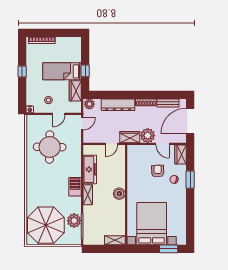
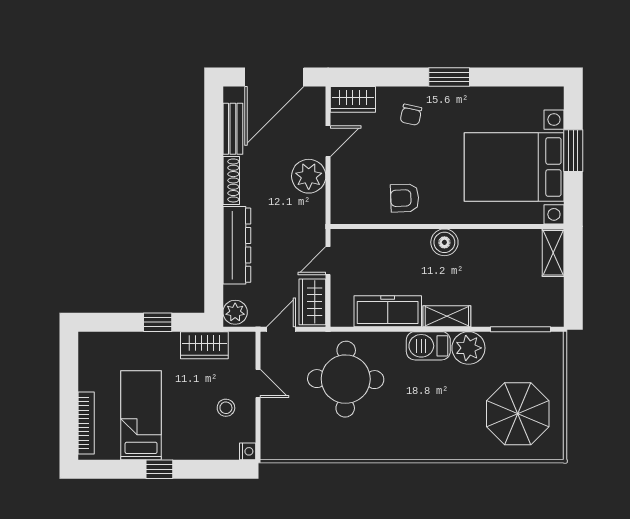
bed: (62, 71) -> (141, 415), moved, turned 180
door: (190, 121) -> (274, 77), hinge flipped
door: (82, 124) -> (281, 329), hinge flipped
wardrobe: (130, 137) -> (312, 302), moved
door: (111, 144) -> (328, 261), swing flipped
round table: (50, 147) -> (346, 379), moved
armchair: (158, 171) -> (405, 198), moved
window: (190, 180) -> (449, 77), moved
plant: (74, 221) -> (468, 348), moved
parasol: (46, 225) -> (518, 414), width x0.73, depth x0.73
window: (169, 249) -> (573, 151), moved

